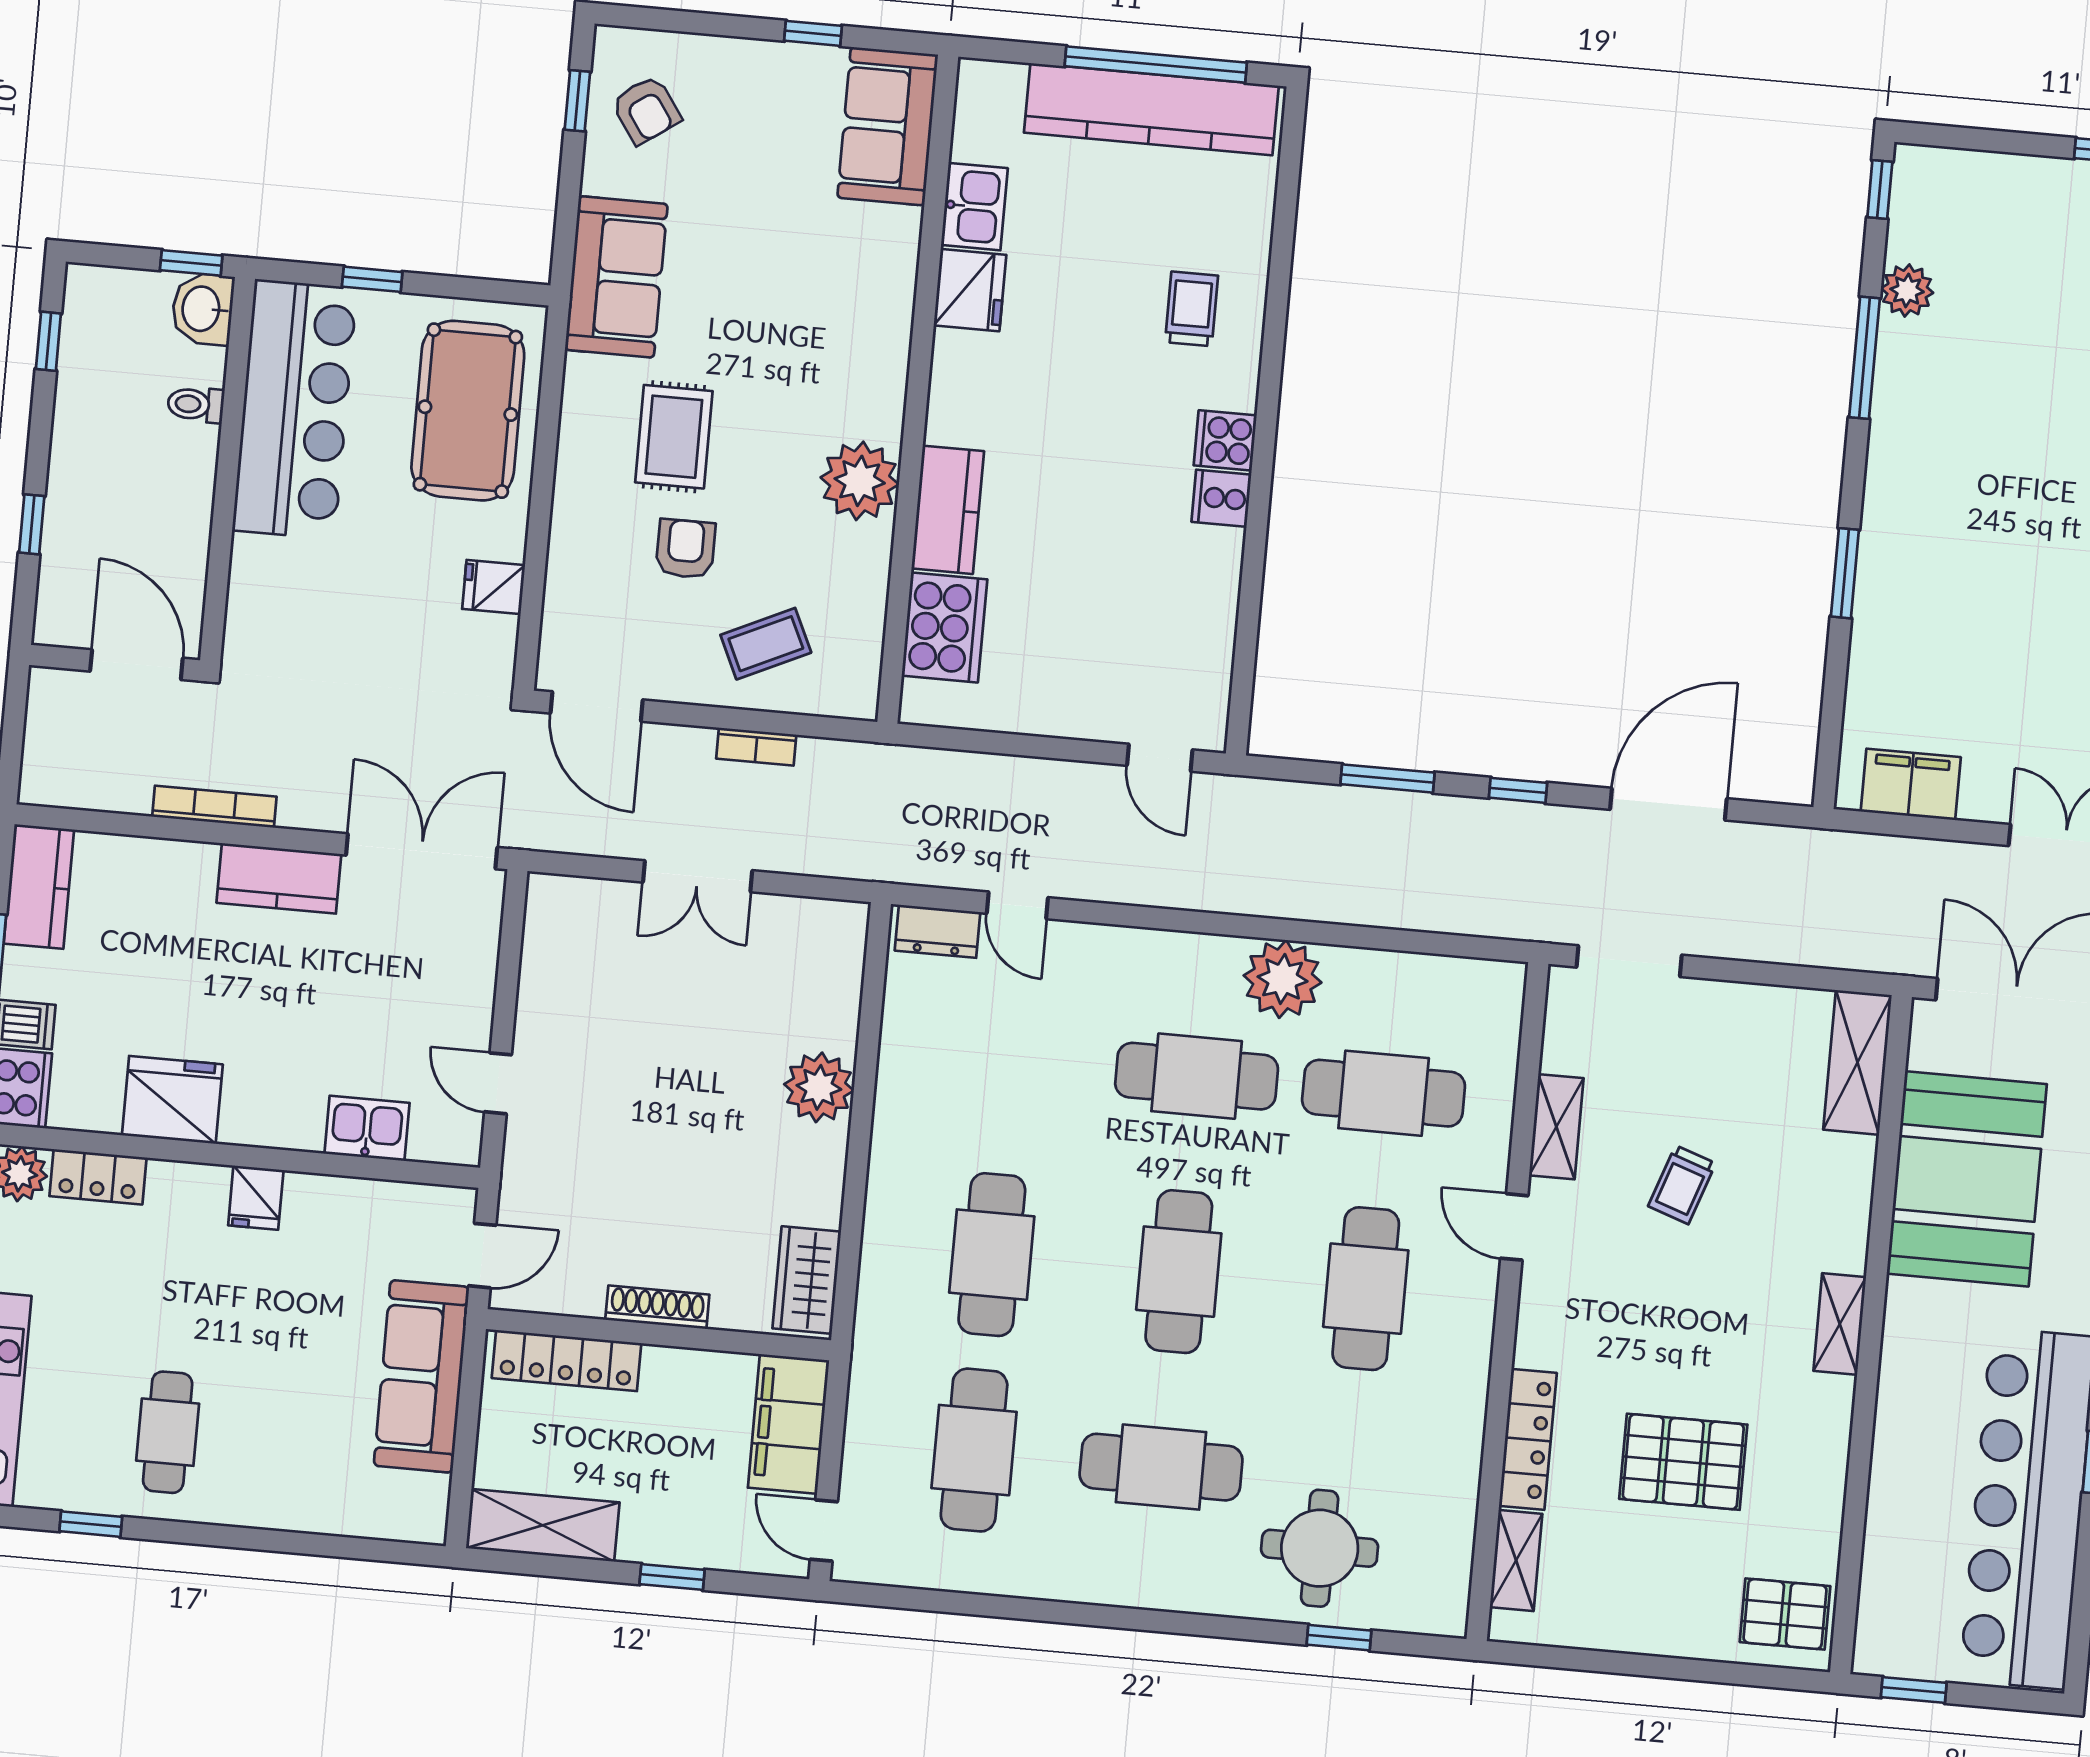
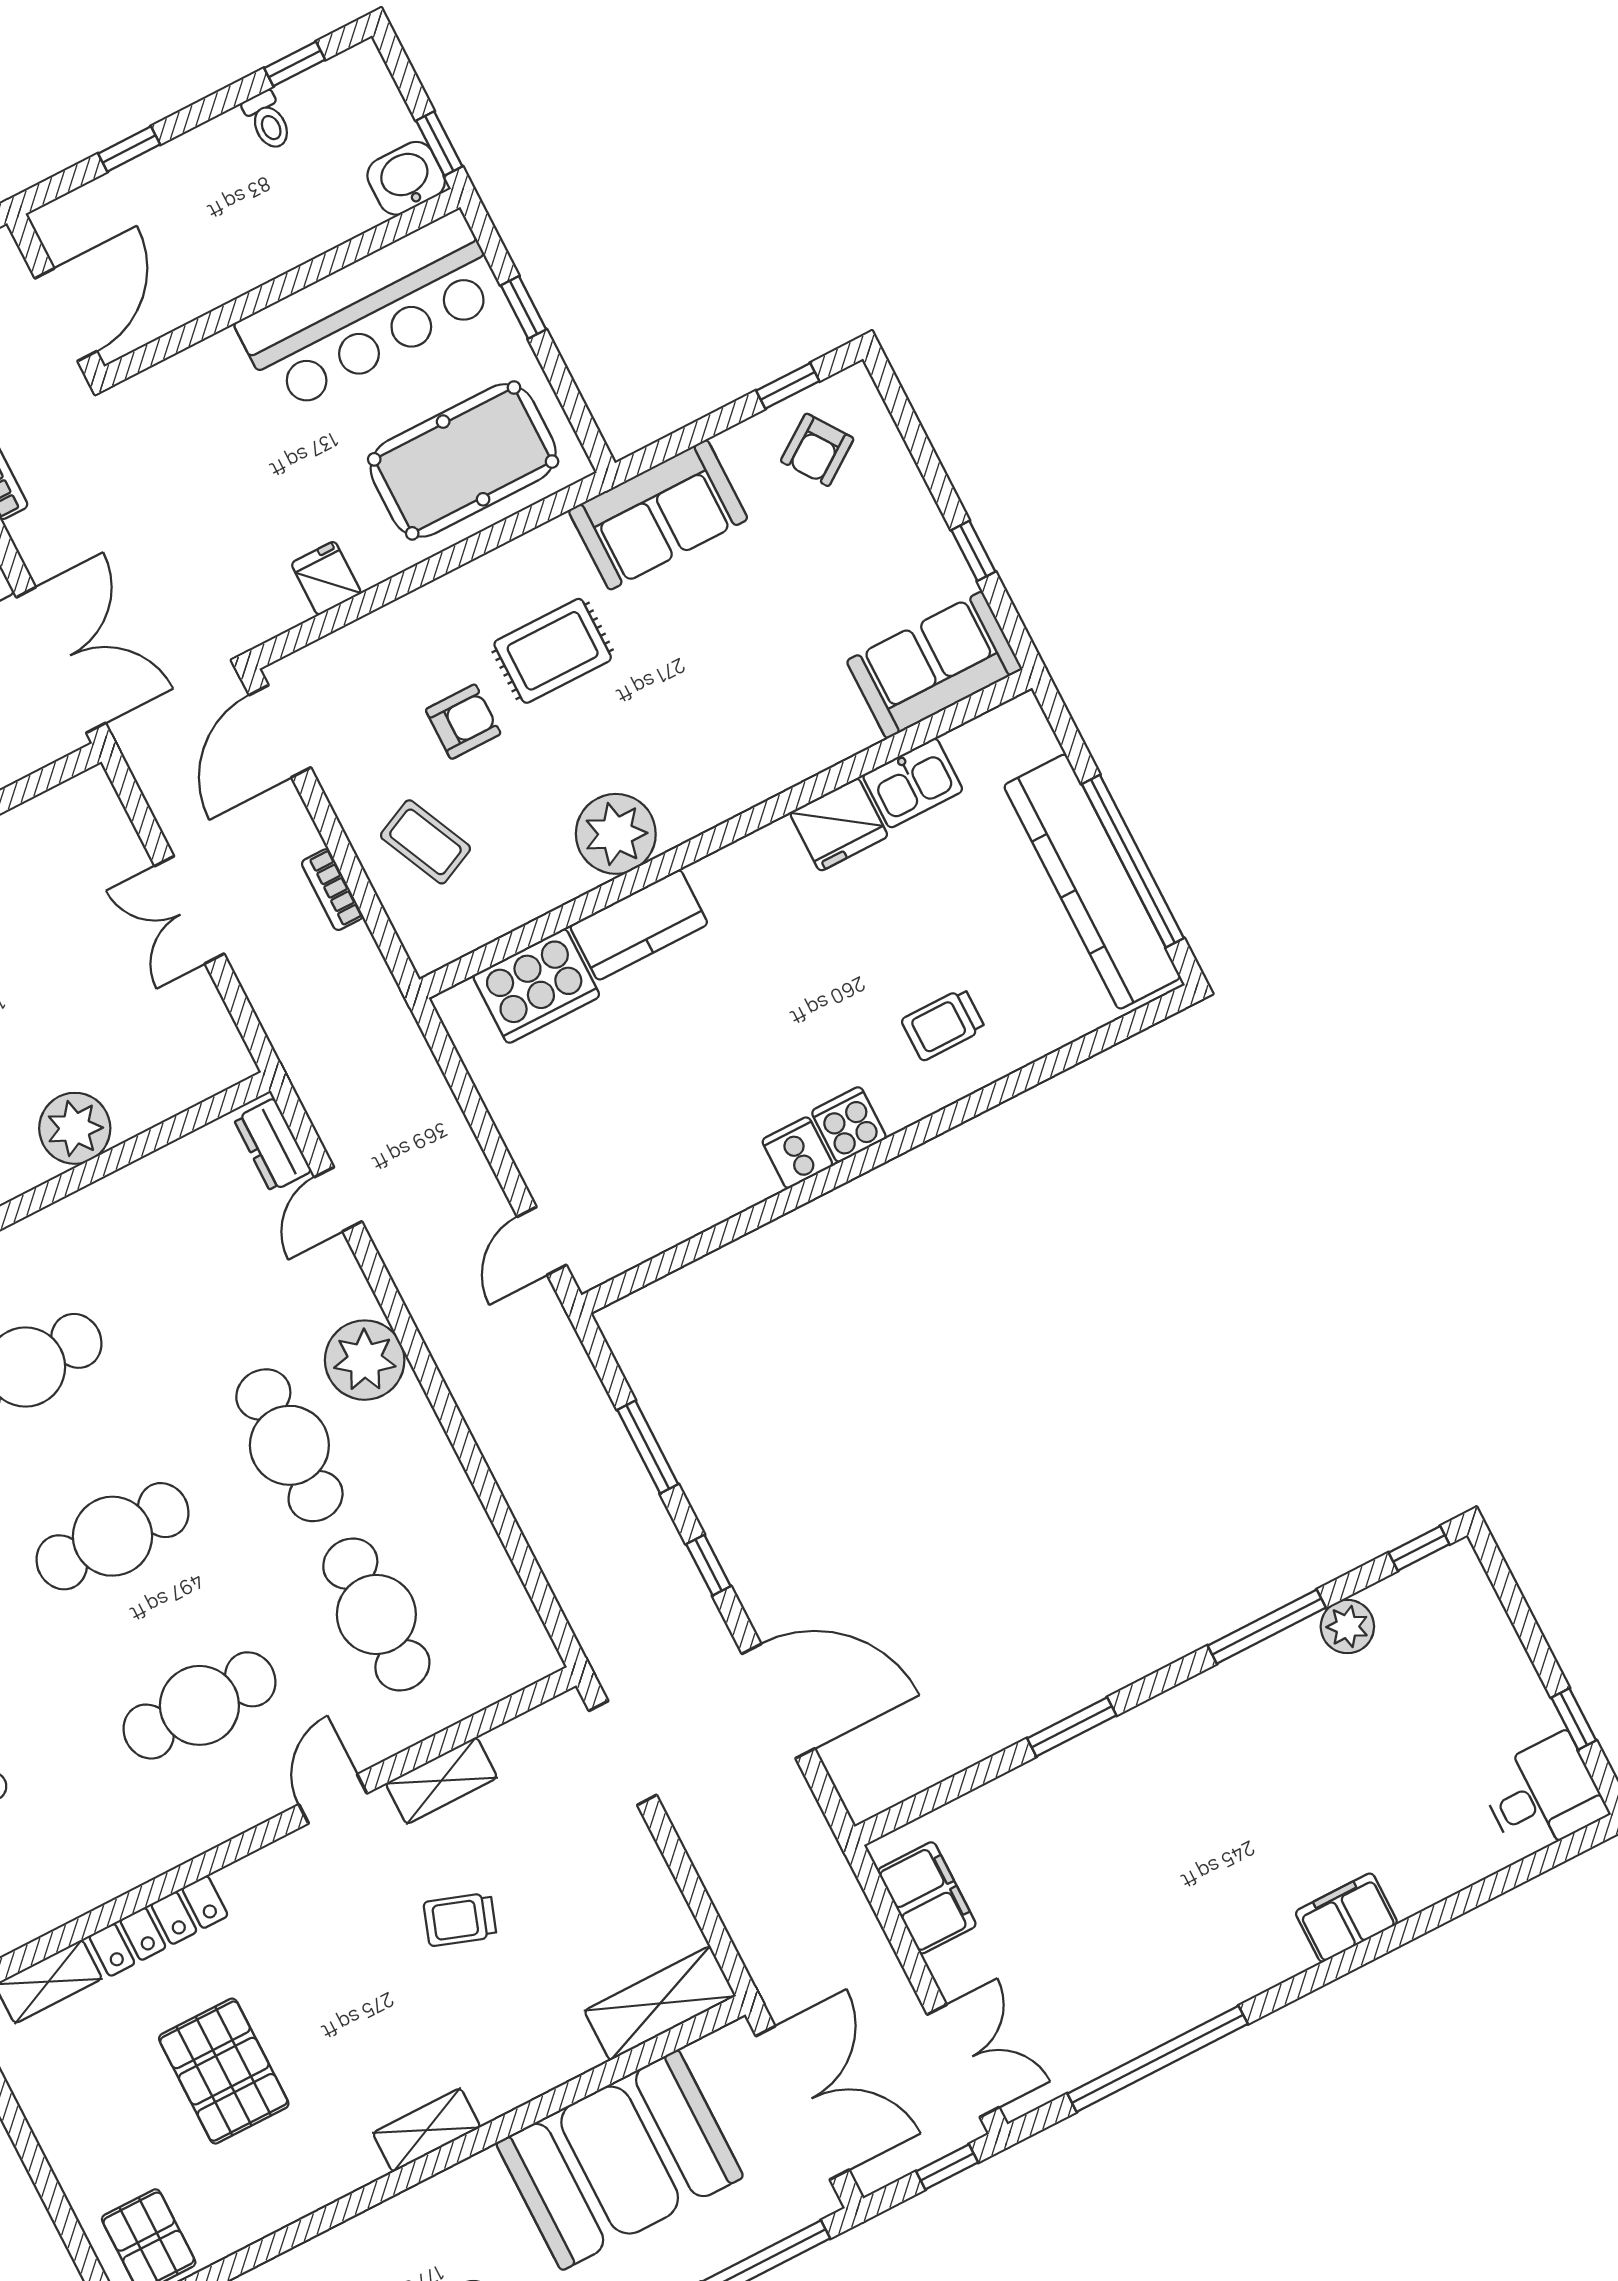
trolley: (1192, 309) -> (943, 1024), turned 180
toilet: (196, 404) -> (268, 121), moved, turned 180
plant: (1283, 979) -> (365, 1360), moved

